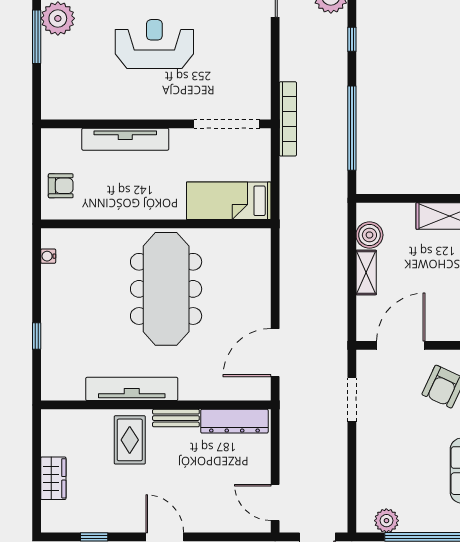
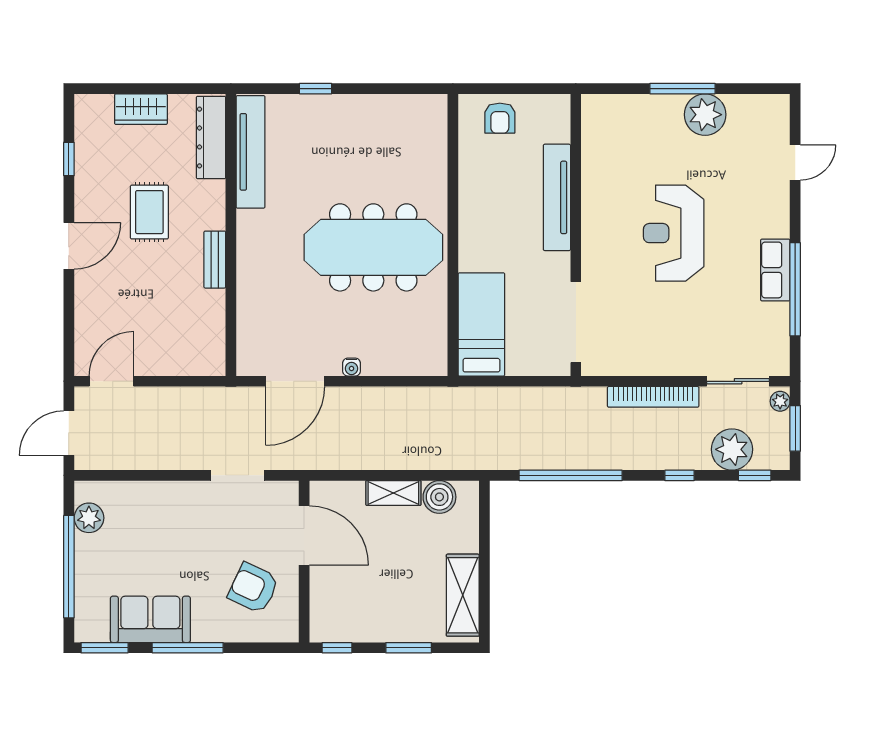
reception desk: (154, 44) -> (674, 233), turned 180
bookcase: (288, 119) -> (653, 397), moved
water cooler: (48, 256) -> (352, 367), moved, turned 180
door: (275, 353) -> (295, 381), swing flipped
tv unit: (132, 389) -> (251, 152), moved
dresser: (234, 421) -> (211, 137), moved
rug: (130, 440) -> (149, 212), moved, turned 90

